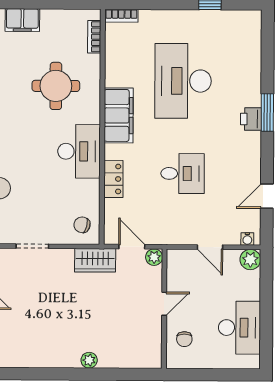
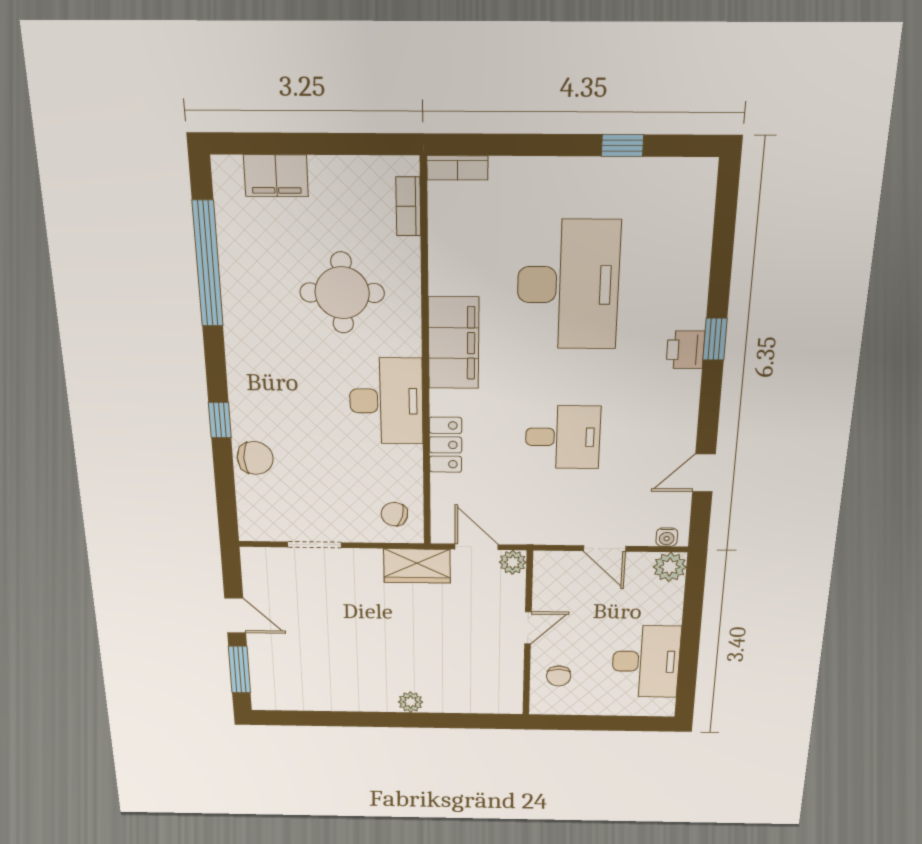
desk: (183, 81) -> (568, 285), turned 180
window: (267, 113) -> (715, 339), width x0.67

